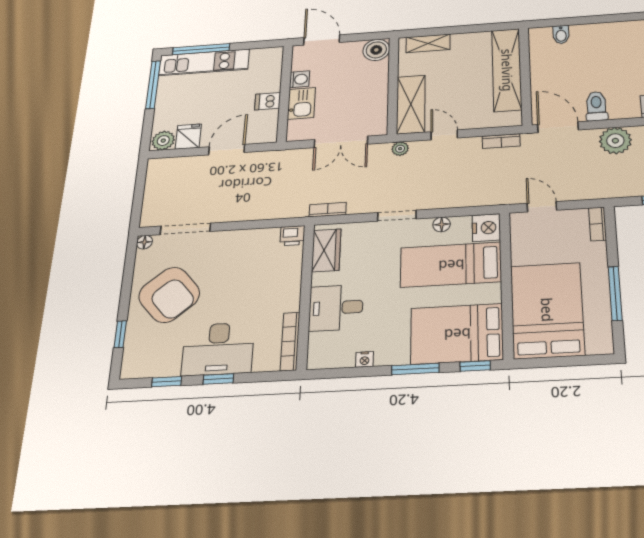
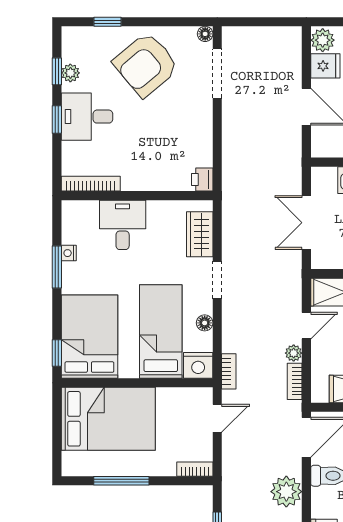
plant: (400, 149) -> (294, 353), moved
bookcase: (328, 210) -> (229, 371), moved
wardrobe: (326, 250) -> (200, 234), moved, turned 90
desk: (218, 349) -> (87, 117), width x0.73
plant: (170, 368) -> (70, 73), added
window: (415, 369) -> (57, 267), moved

